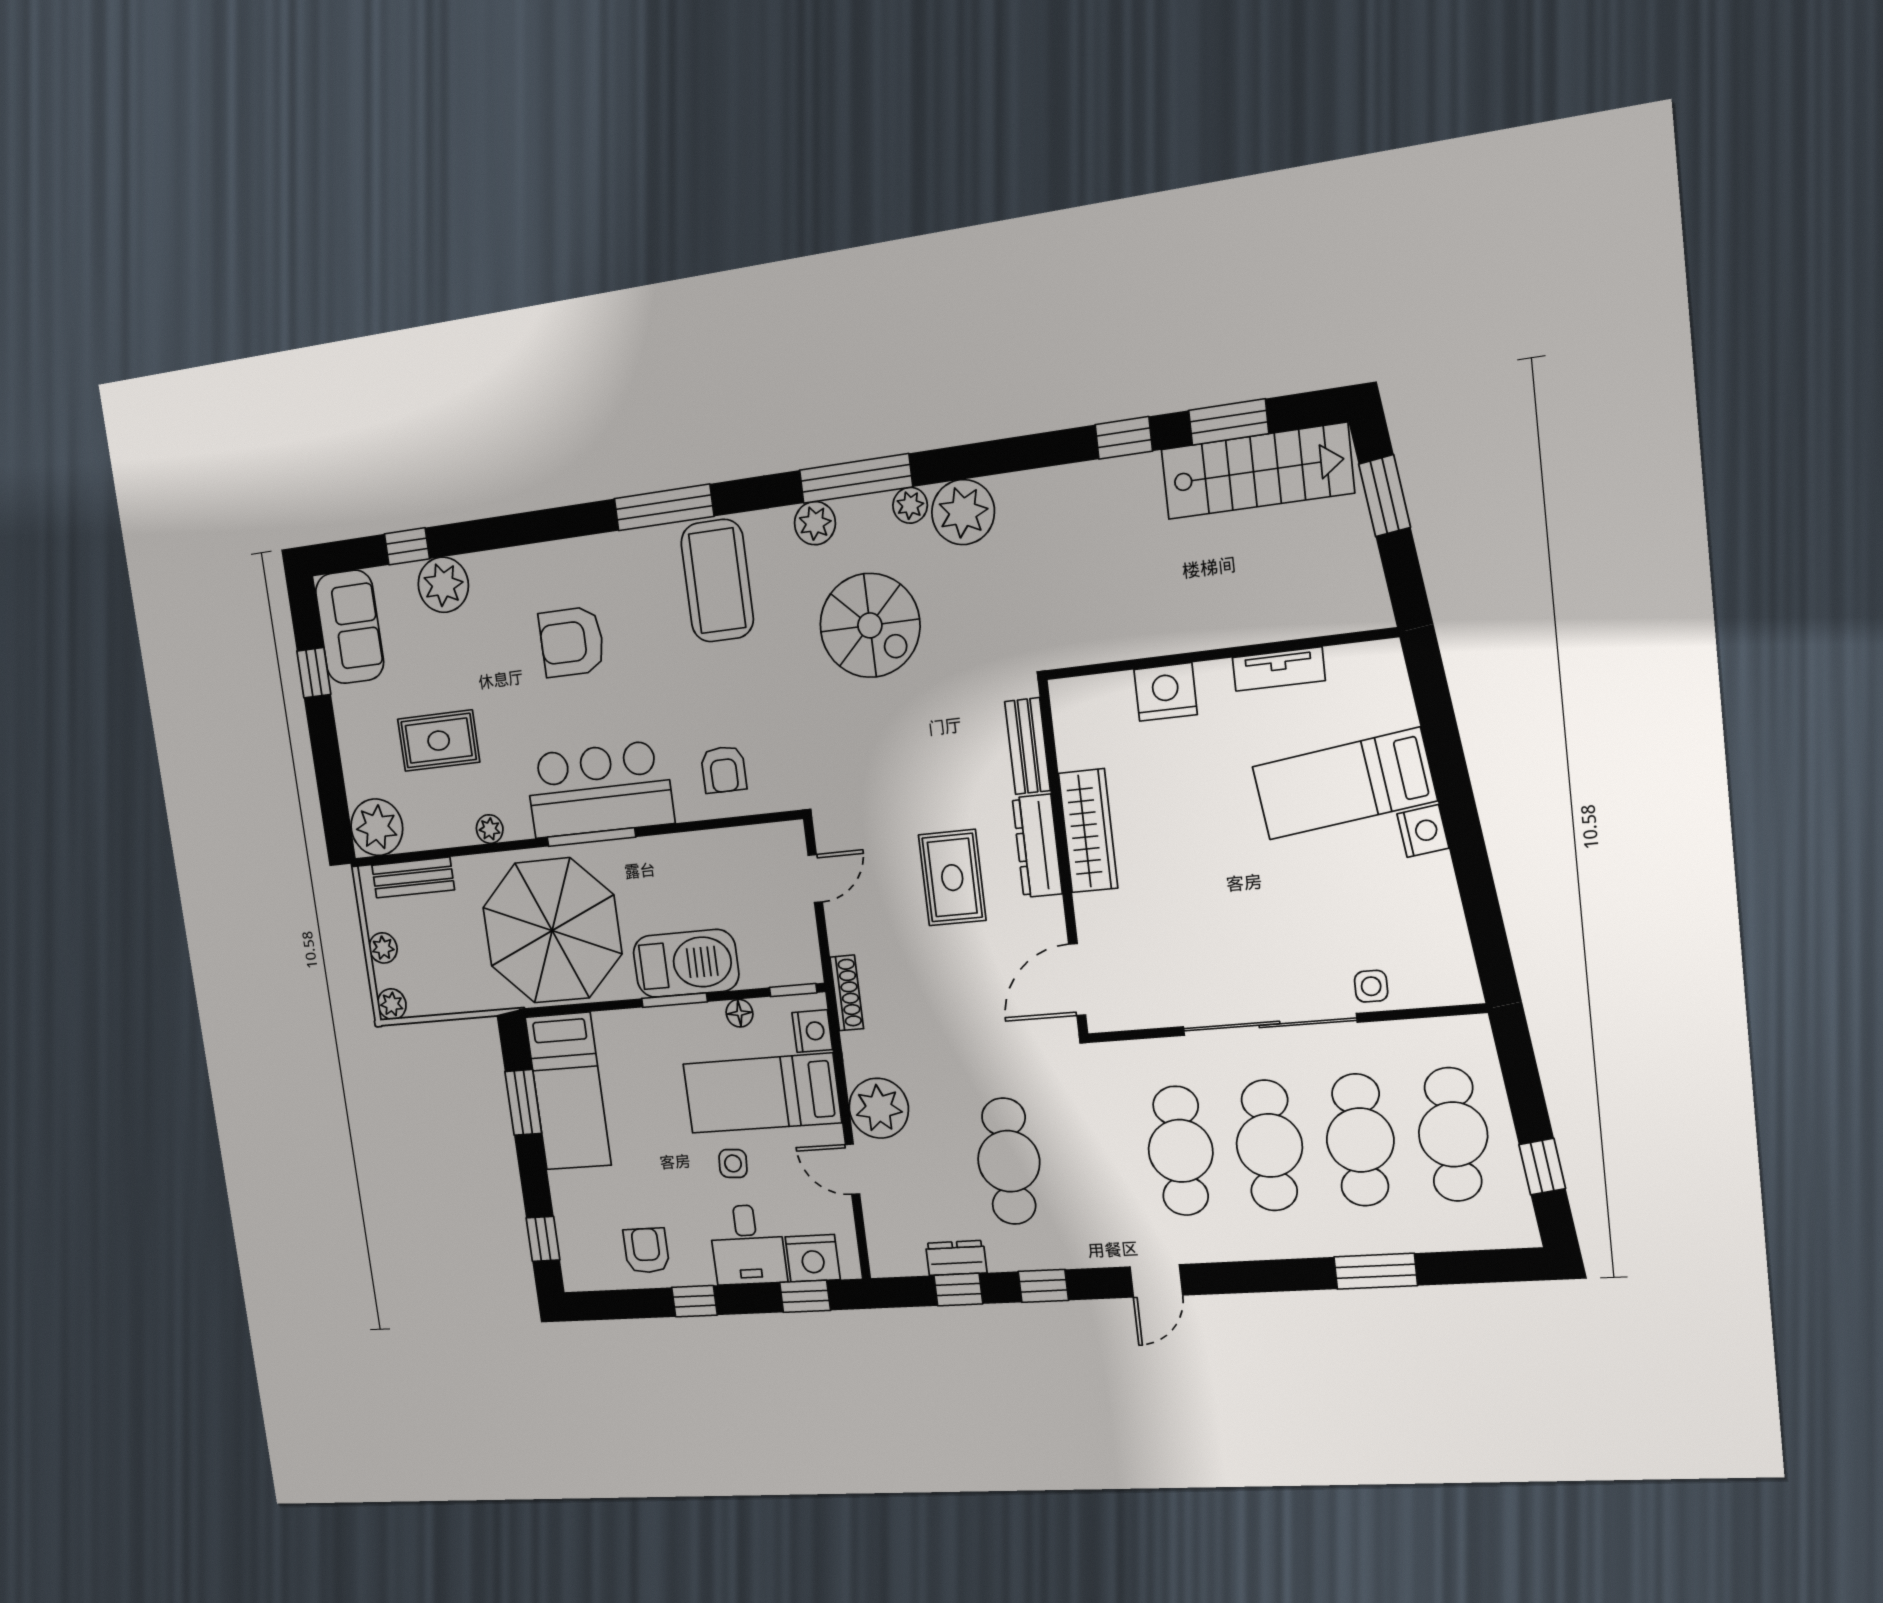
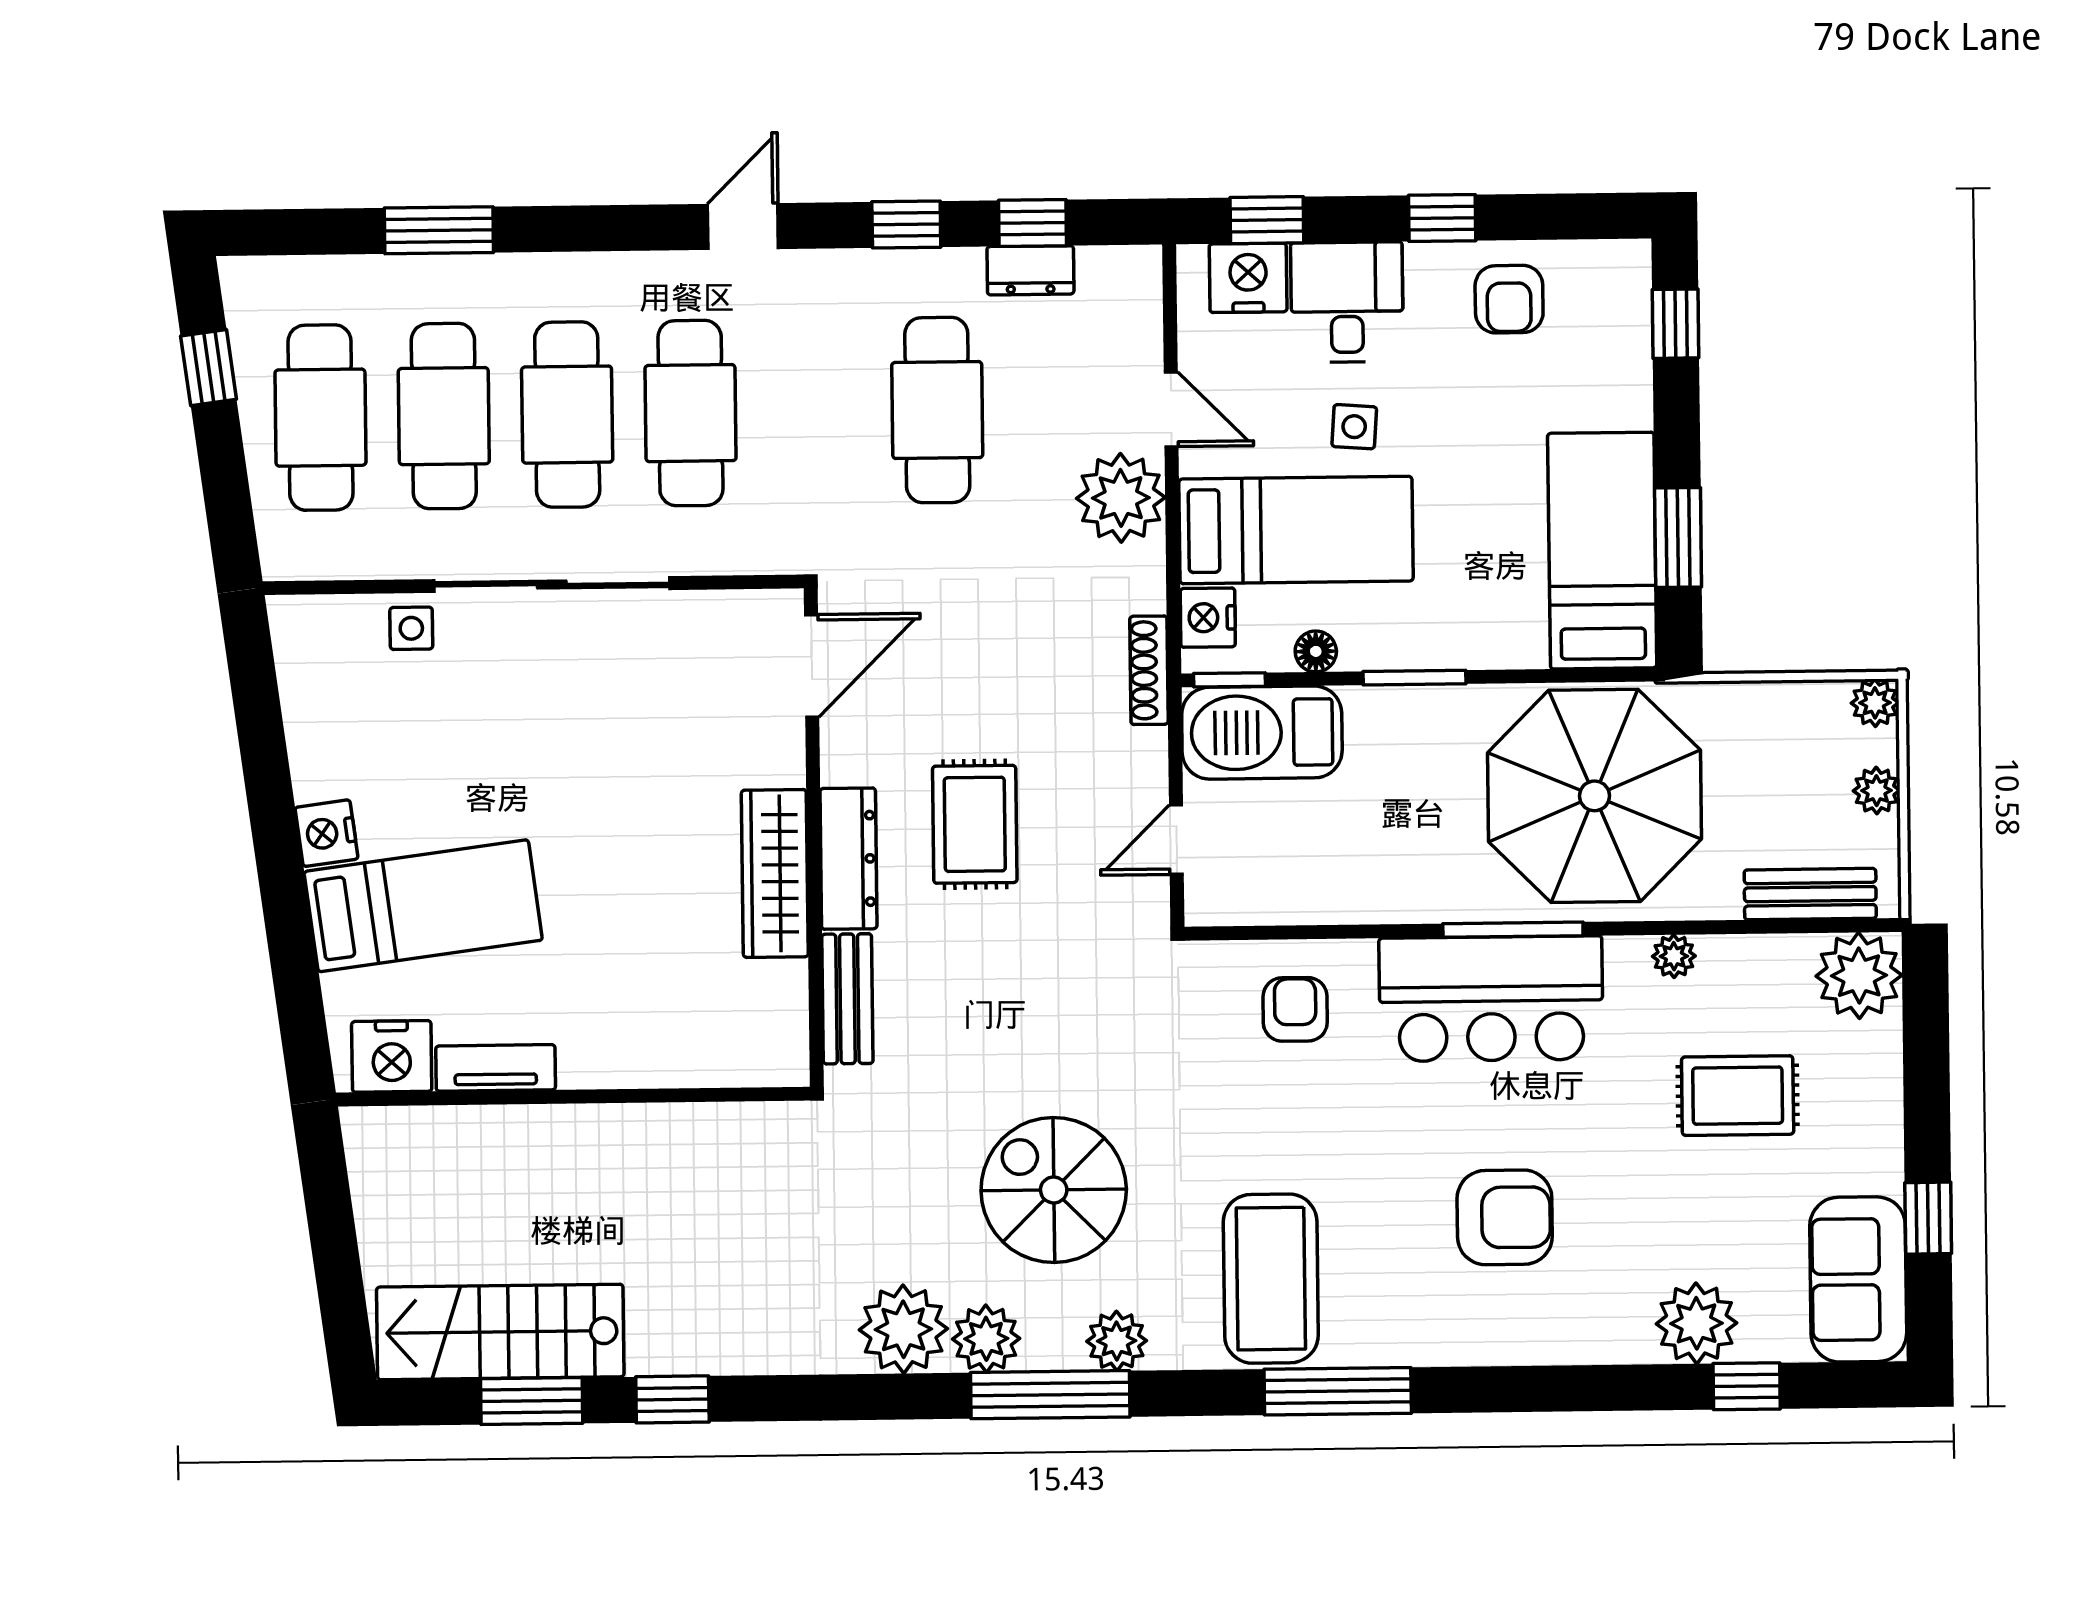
window: (1385, 496) -> (339, 1279), removed
plant: (910, 505) -> (986, 1339), width x1.38, depth x1.38
nightstand: (1166, 692) -> (392, 1056), moved
barbecue: (686, 963) -> (1262, 733), moved

